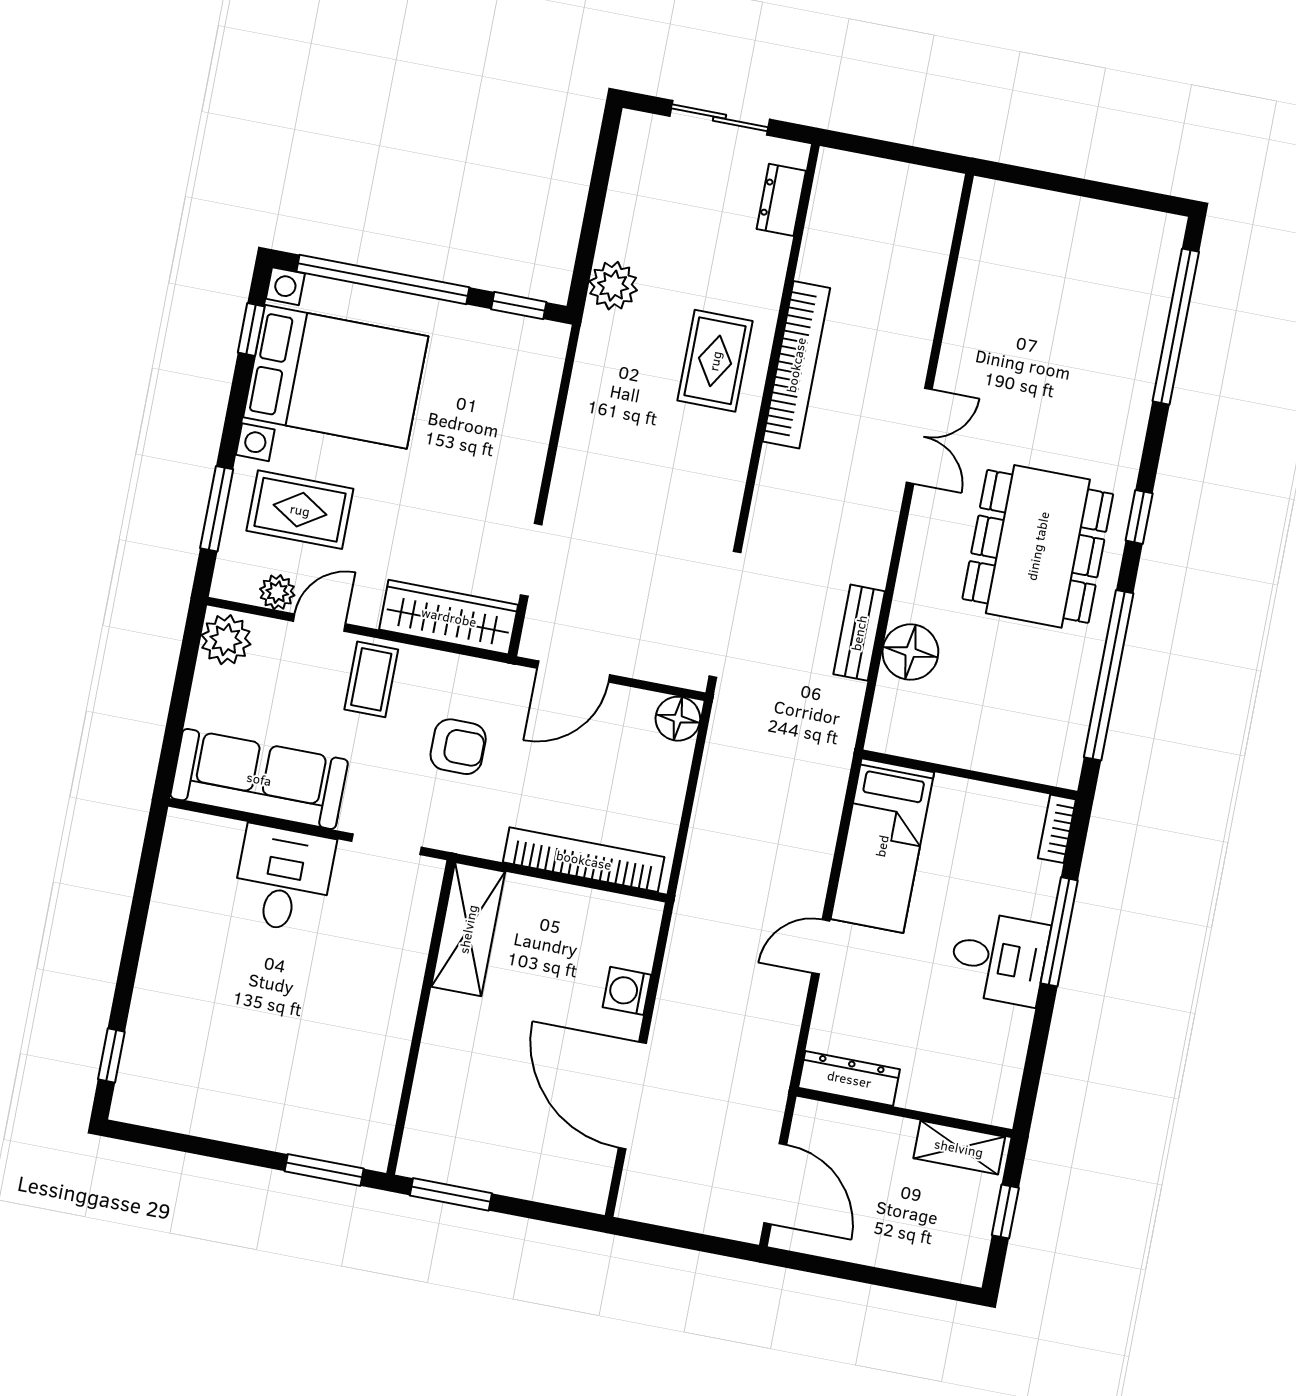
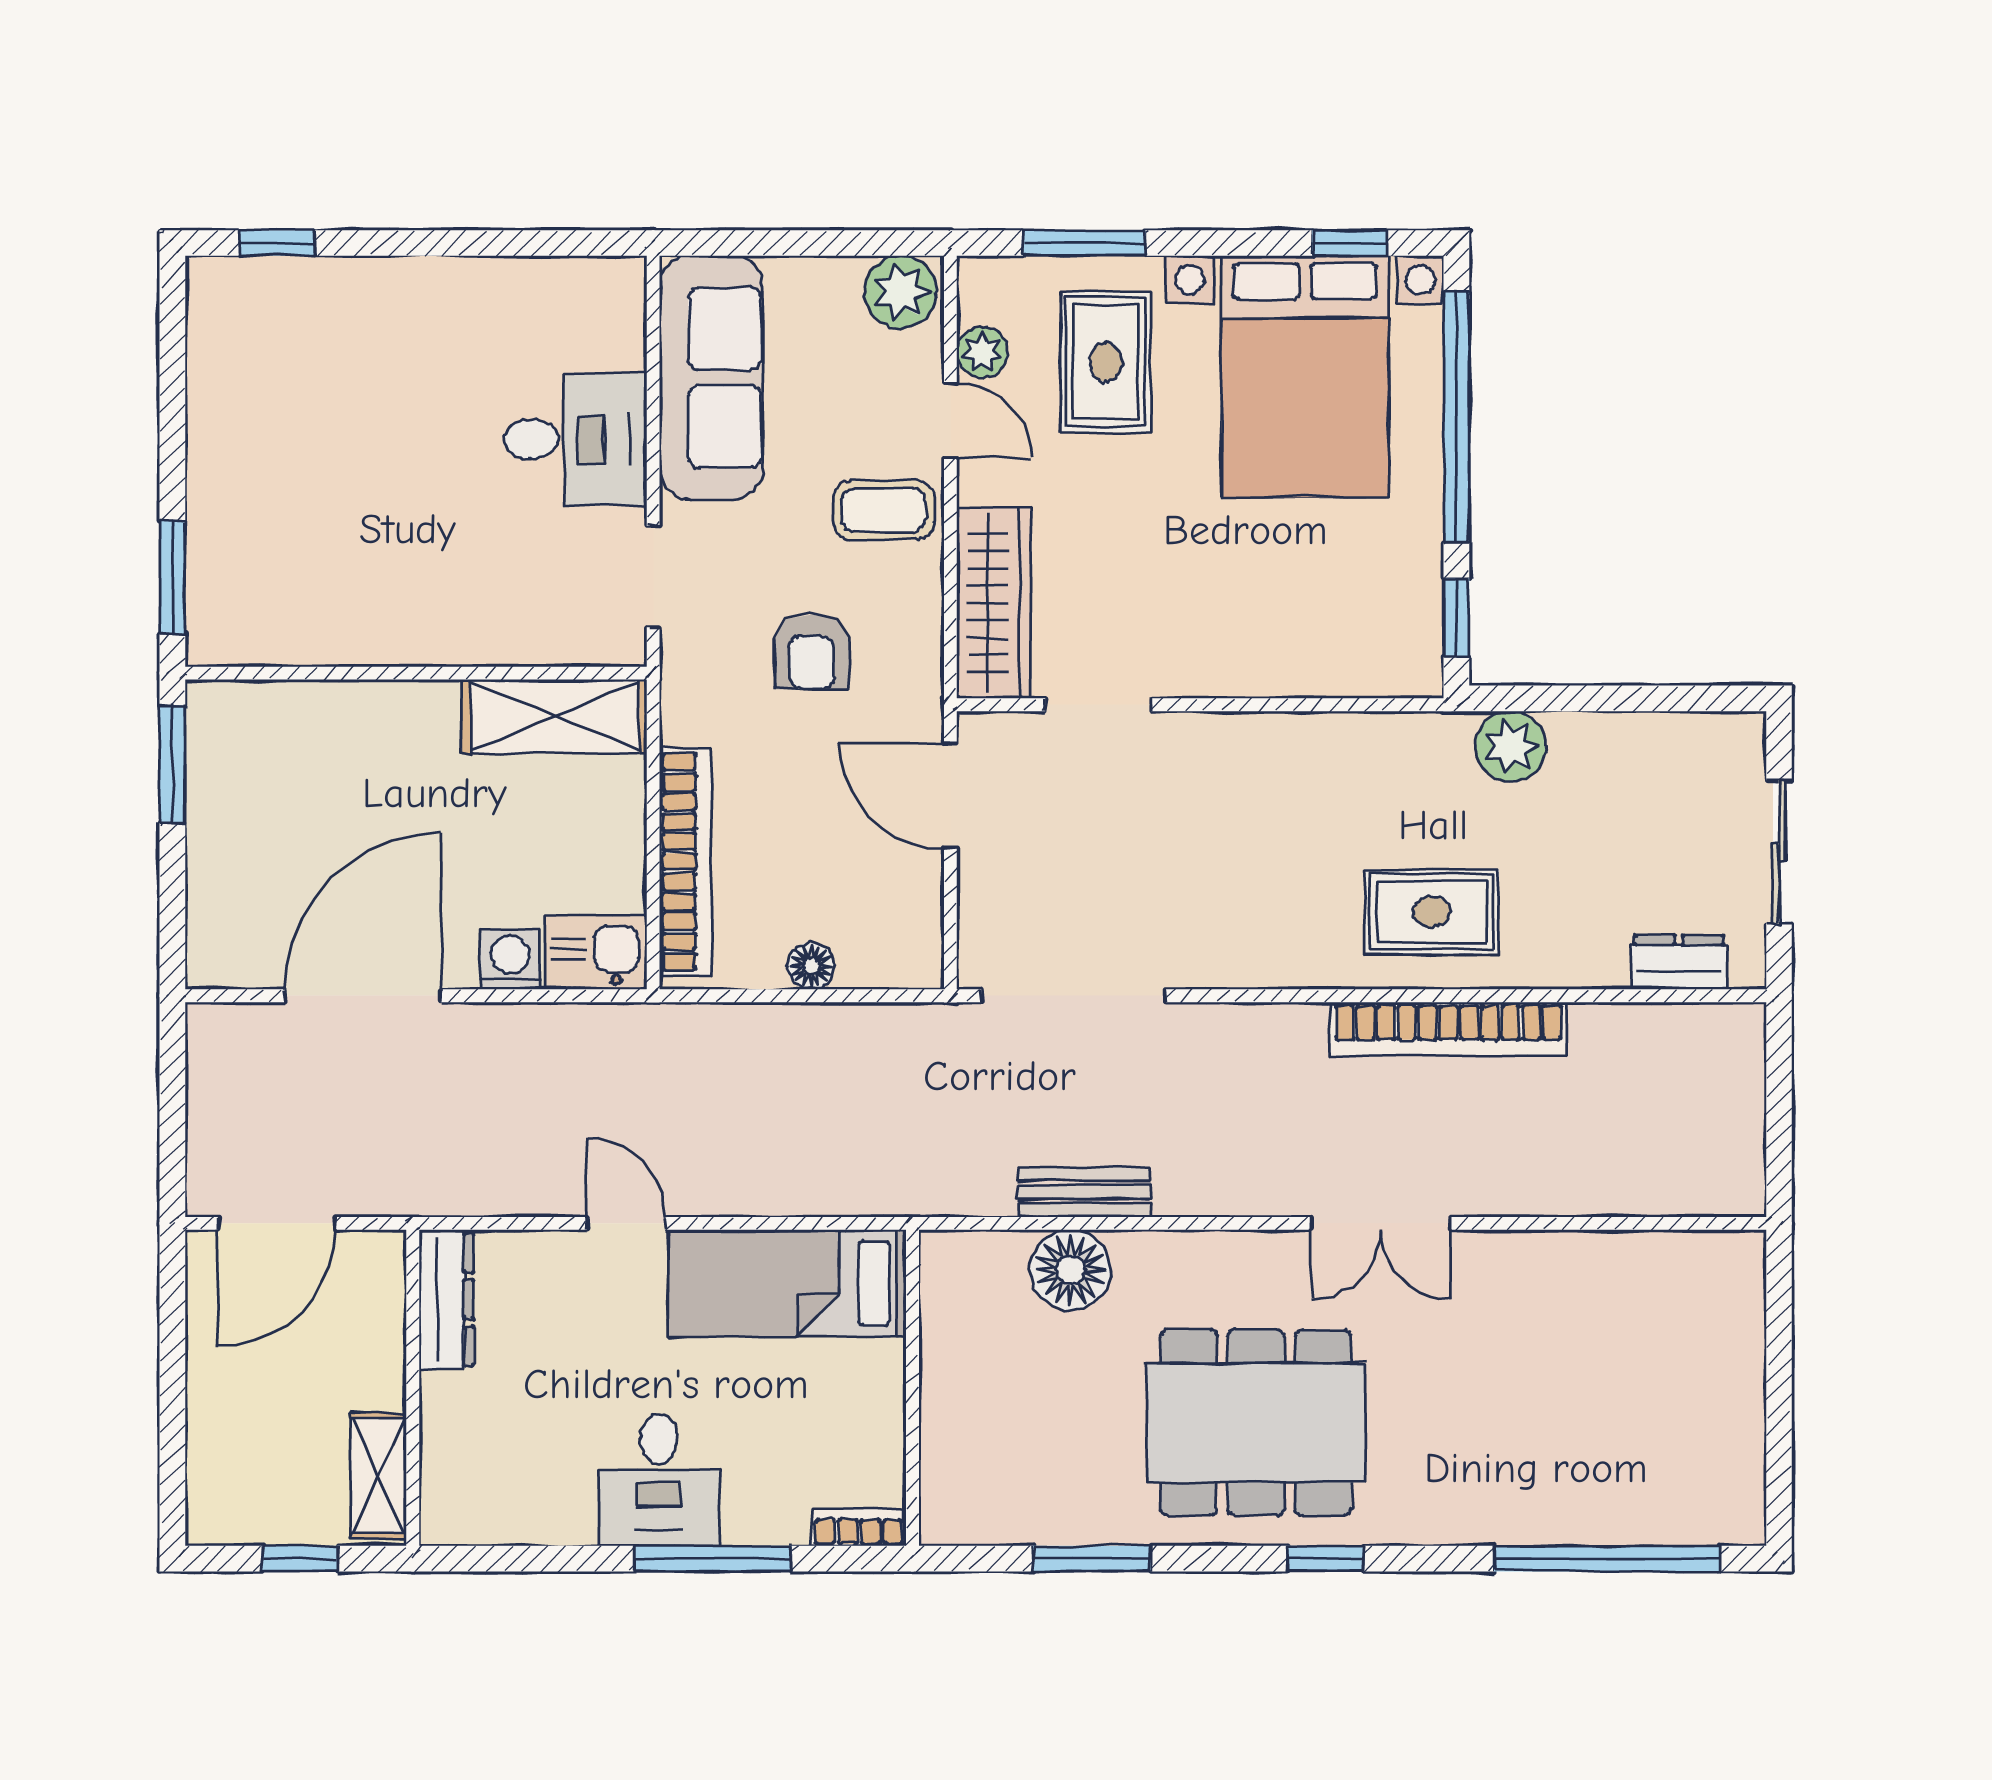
window: (1109, 675) -> (1092, 1559), width x0.47
floor lamp: (678, 719) -> (811, 966), moved, width x0.73, depth x0.73
kitchen sink: (634, 932) -> (596, 953), added

